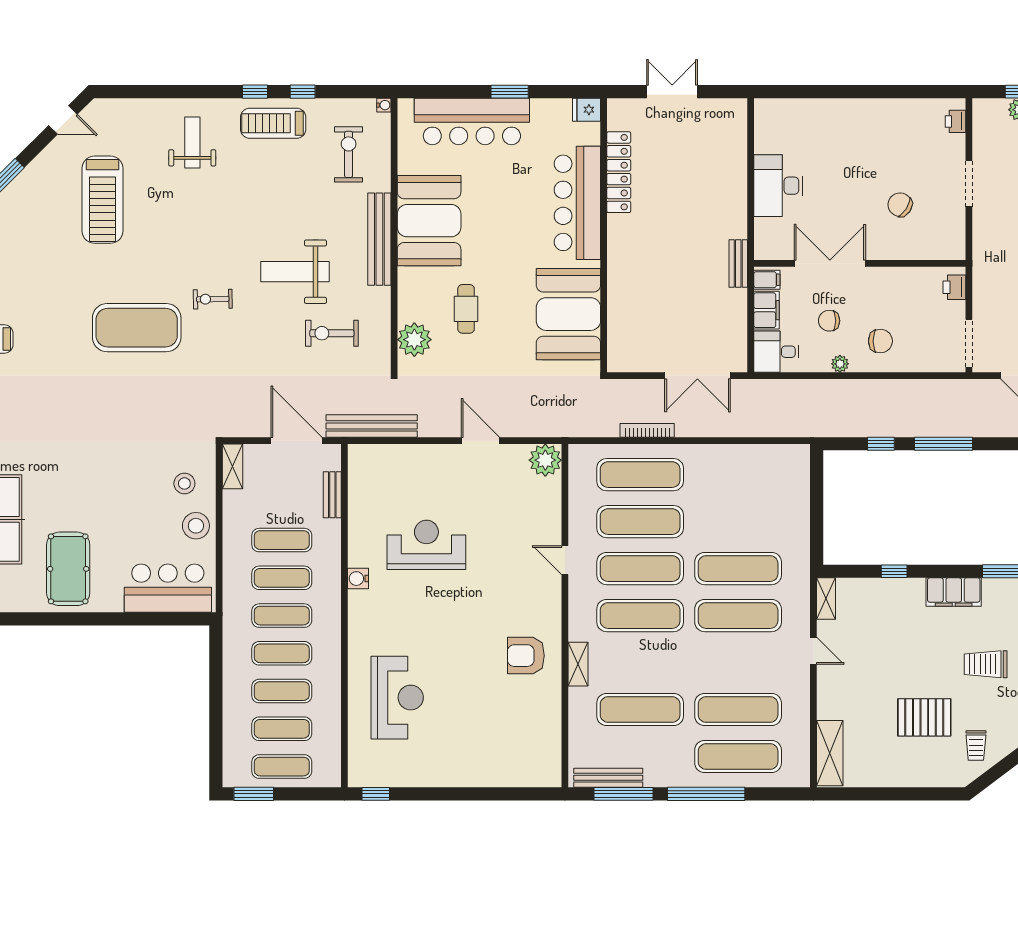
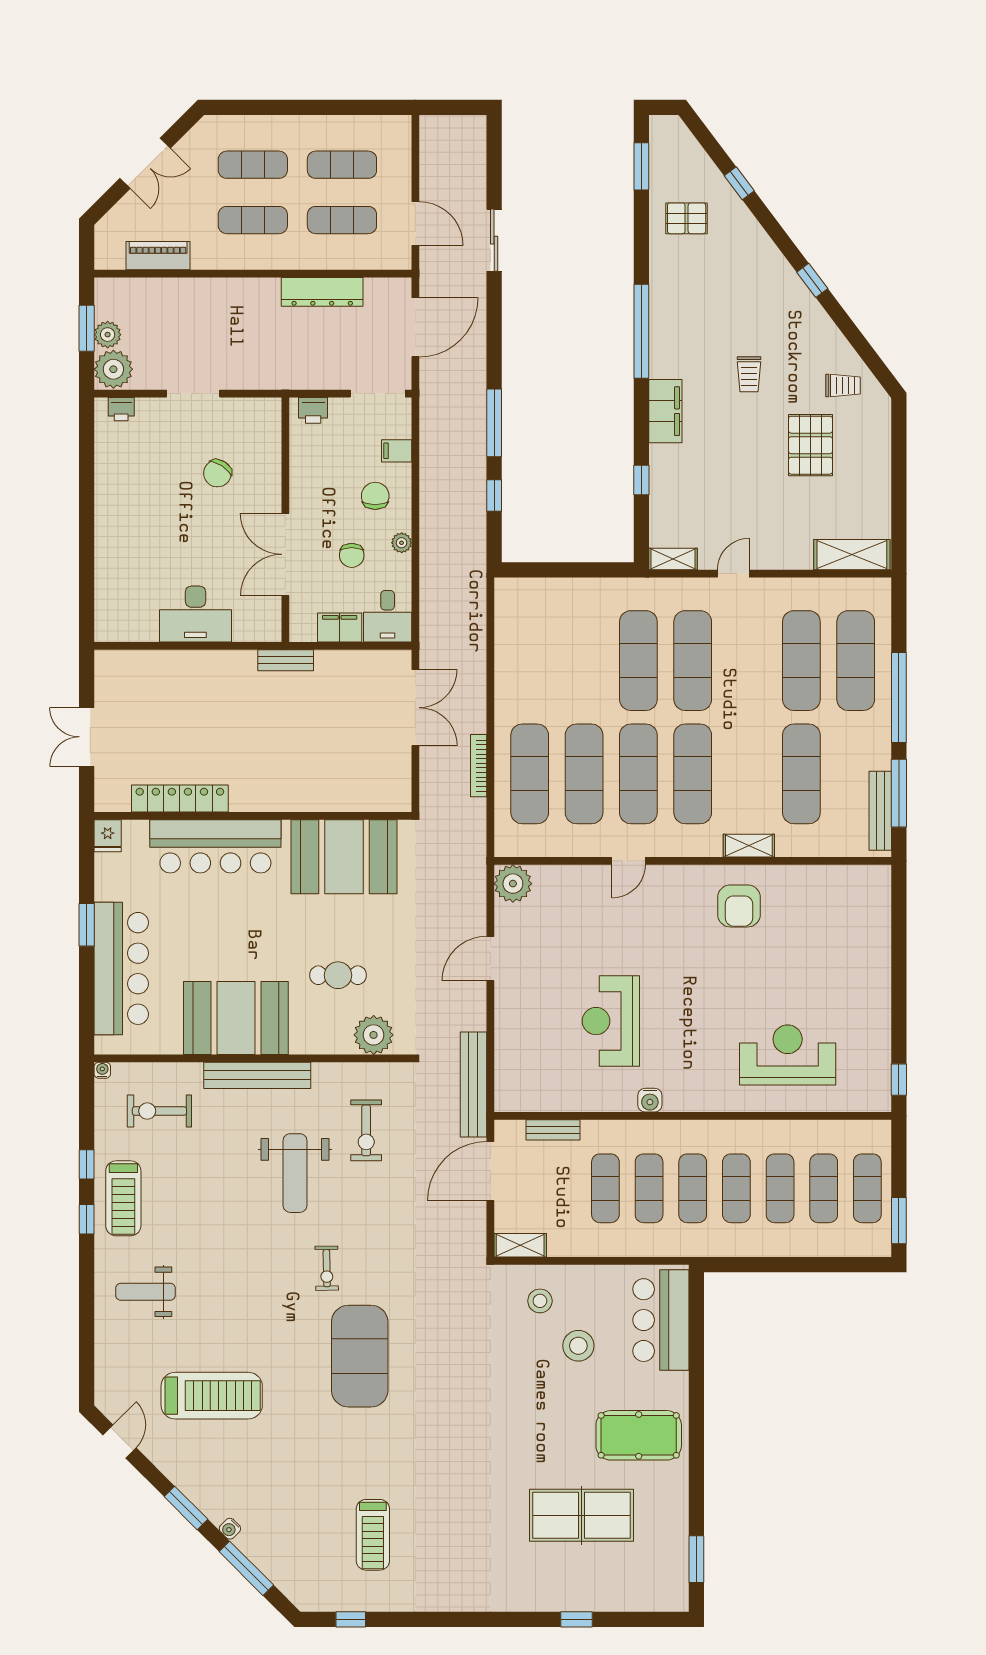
plant: (990, 115) -> (113, 369), added
filing cabinet: (767, 280) -> (397, 451), moved, turned -90
stool: (196, 526) -> (578, 1346), moved
trolley: (986, 664) -> (749, 374), width x0.73, depth x0.72

